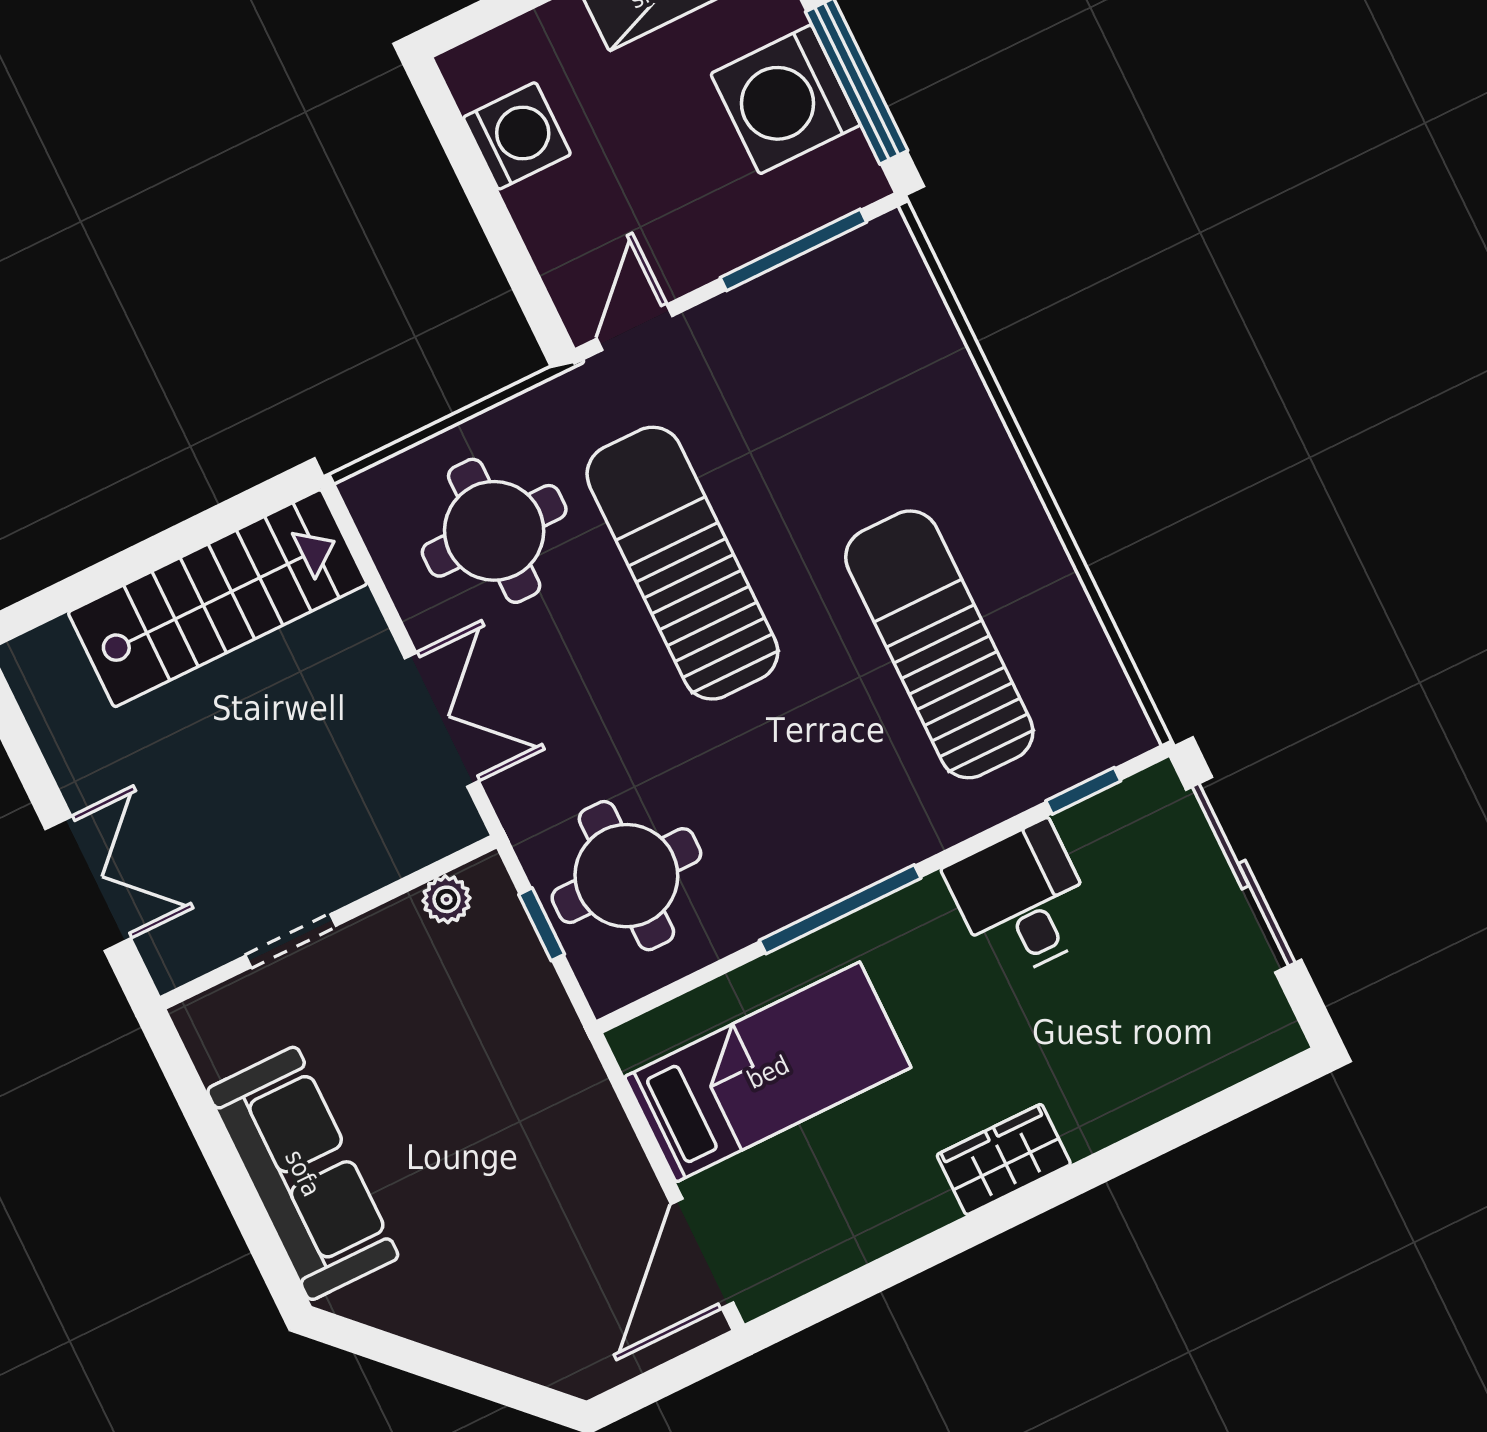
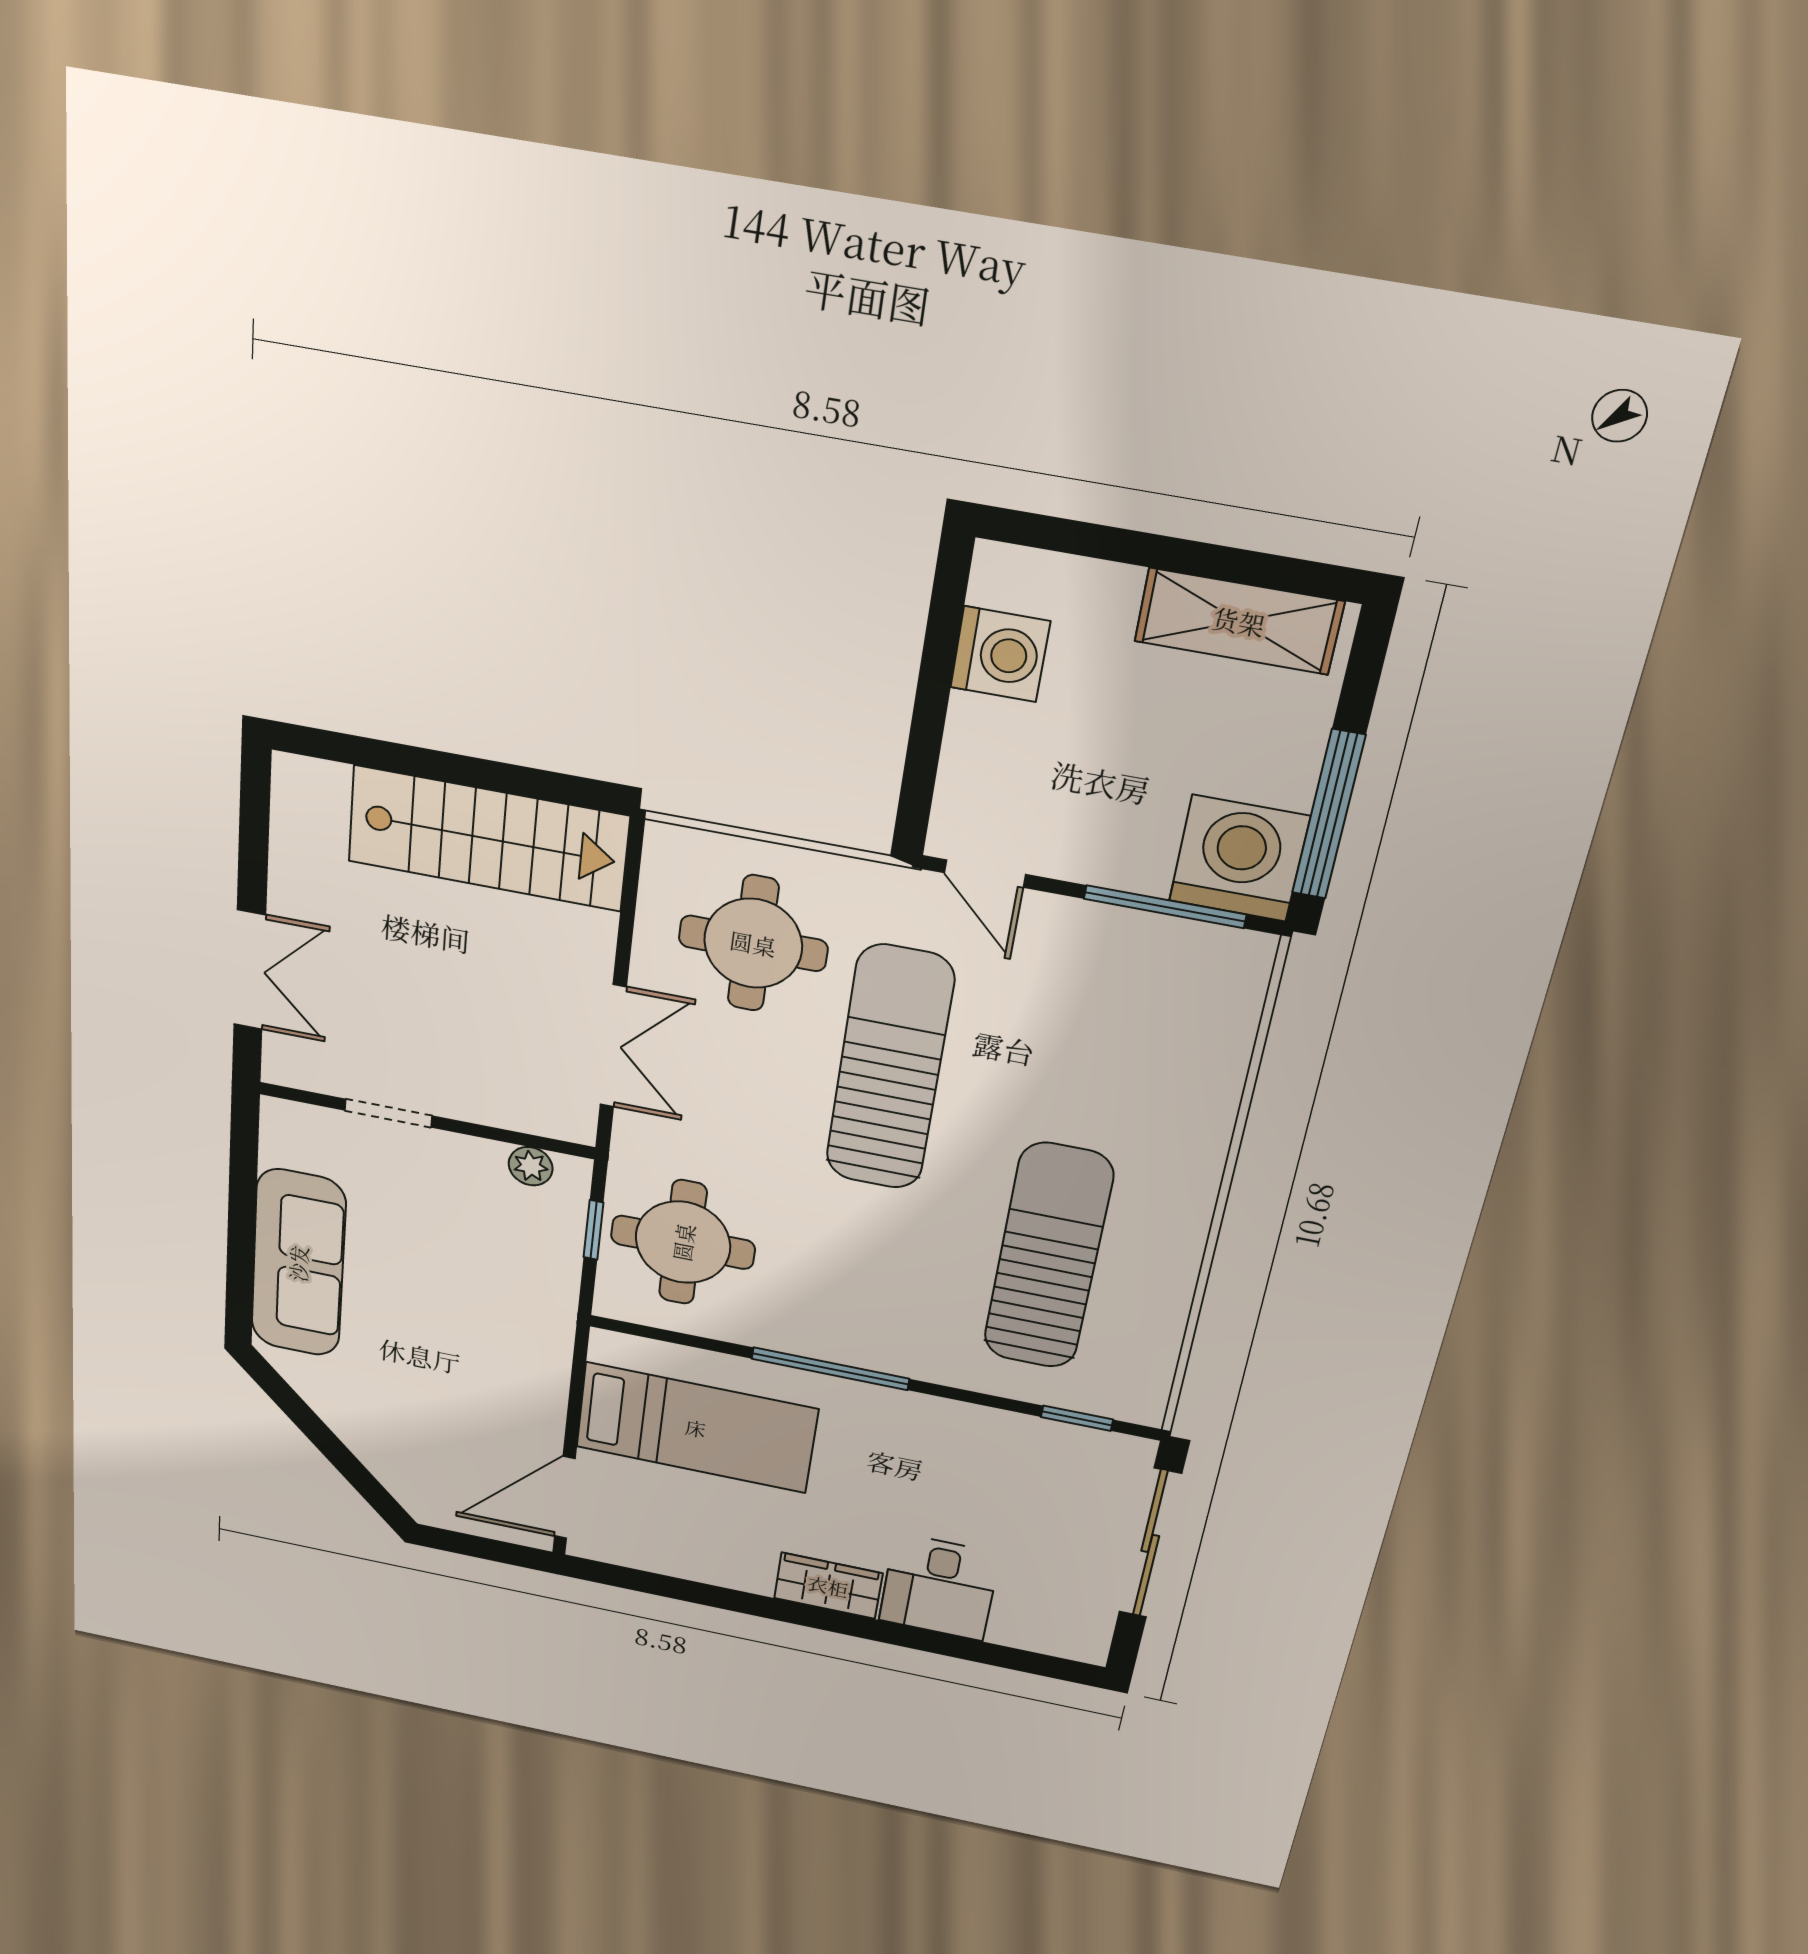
washing machine: (786, 99) -> (1239, 858), moved, turned 90
door: (635, 327) -> (985, 874), swing flipped
desk: (1022, 901) -> (939, 1587), moved, turned 180

